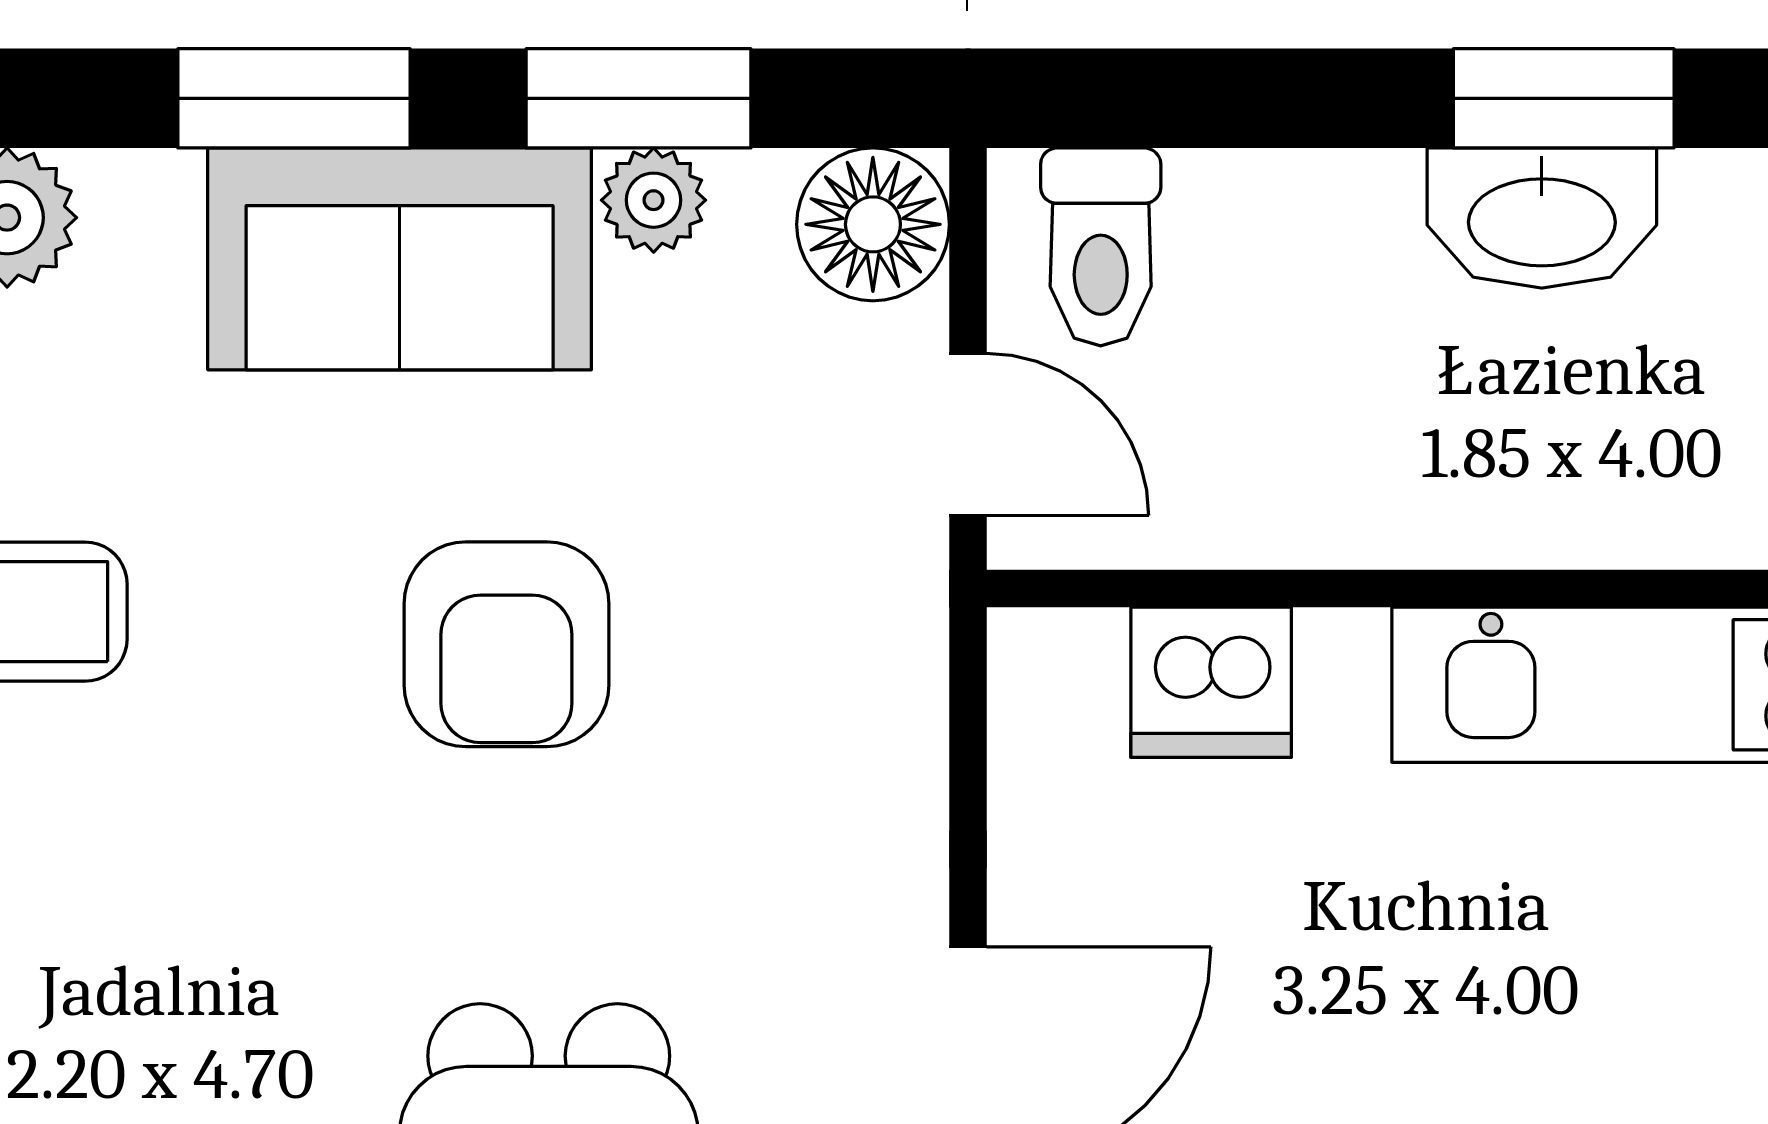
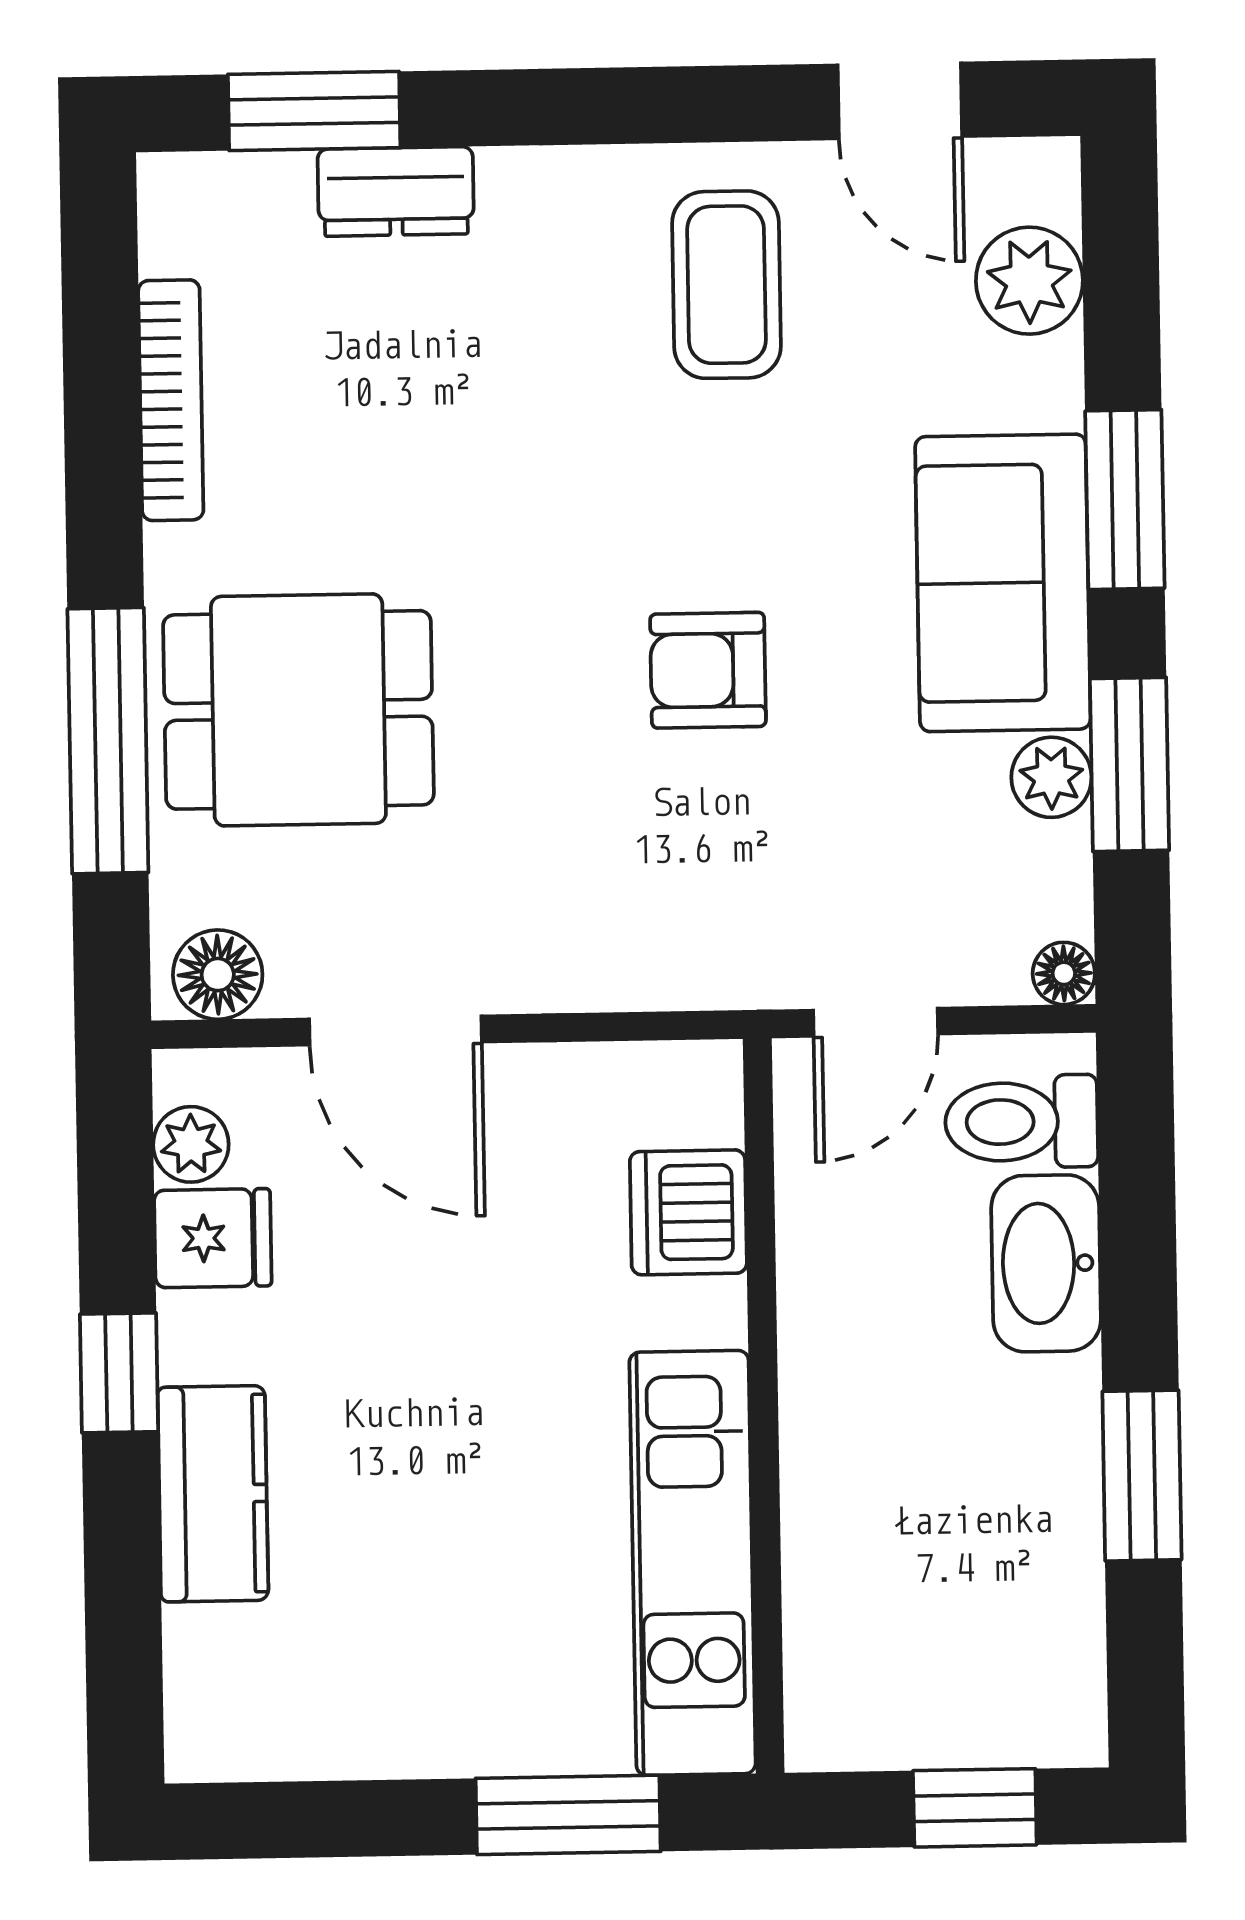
washbasin: (1542, 218) -> (1046, 1263), moved
floor lamp: (873, 224) -> (1064, 973), width x0.53, depth x0.53
armchair: (506, 644) -> (708, 670), width x0.72, depth x0.72

